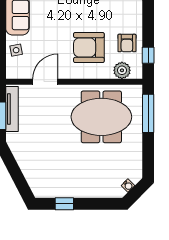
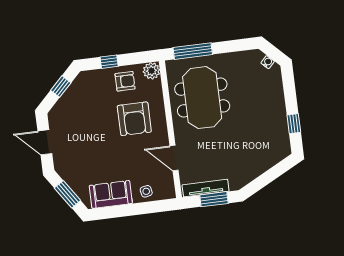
window: (148, 55) -> (109, 62), moved
plant: (122, 70) -> (151, 71), moved

